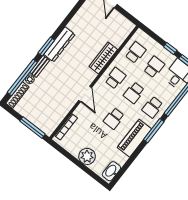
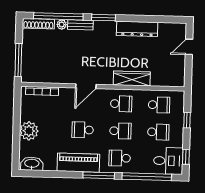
dresser: (59, 44) -> (137, 29), moved
window: (170, 48) -> (187, 120), moved
school desk: (134, 93) -> (120, 131), turned 180

